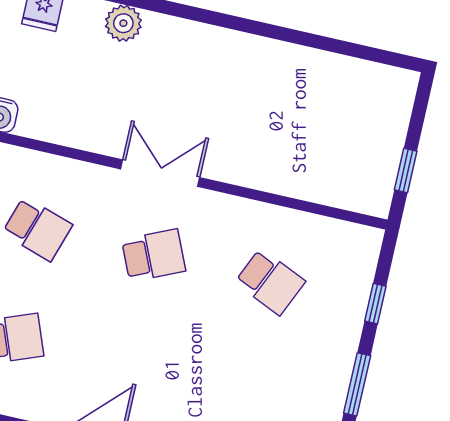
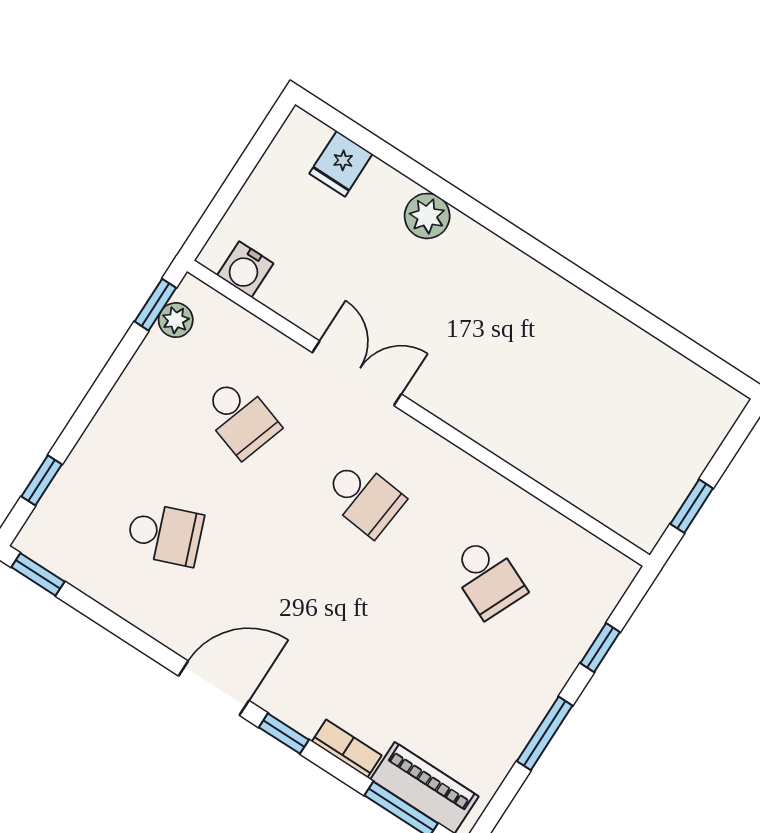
double door: (160, 173) -> (357, 373), moved
school desk: (154, 255) -> (364, 498), turned 30

